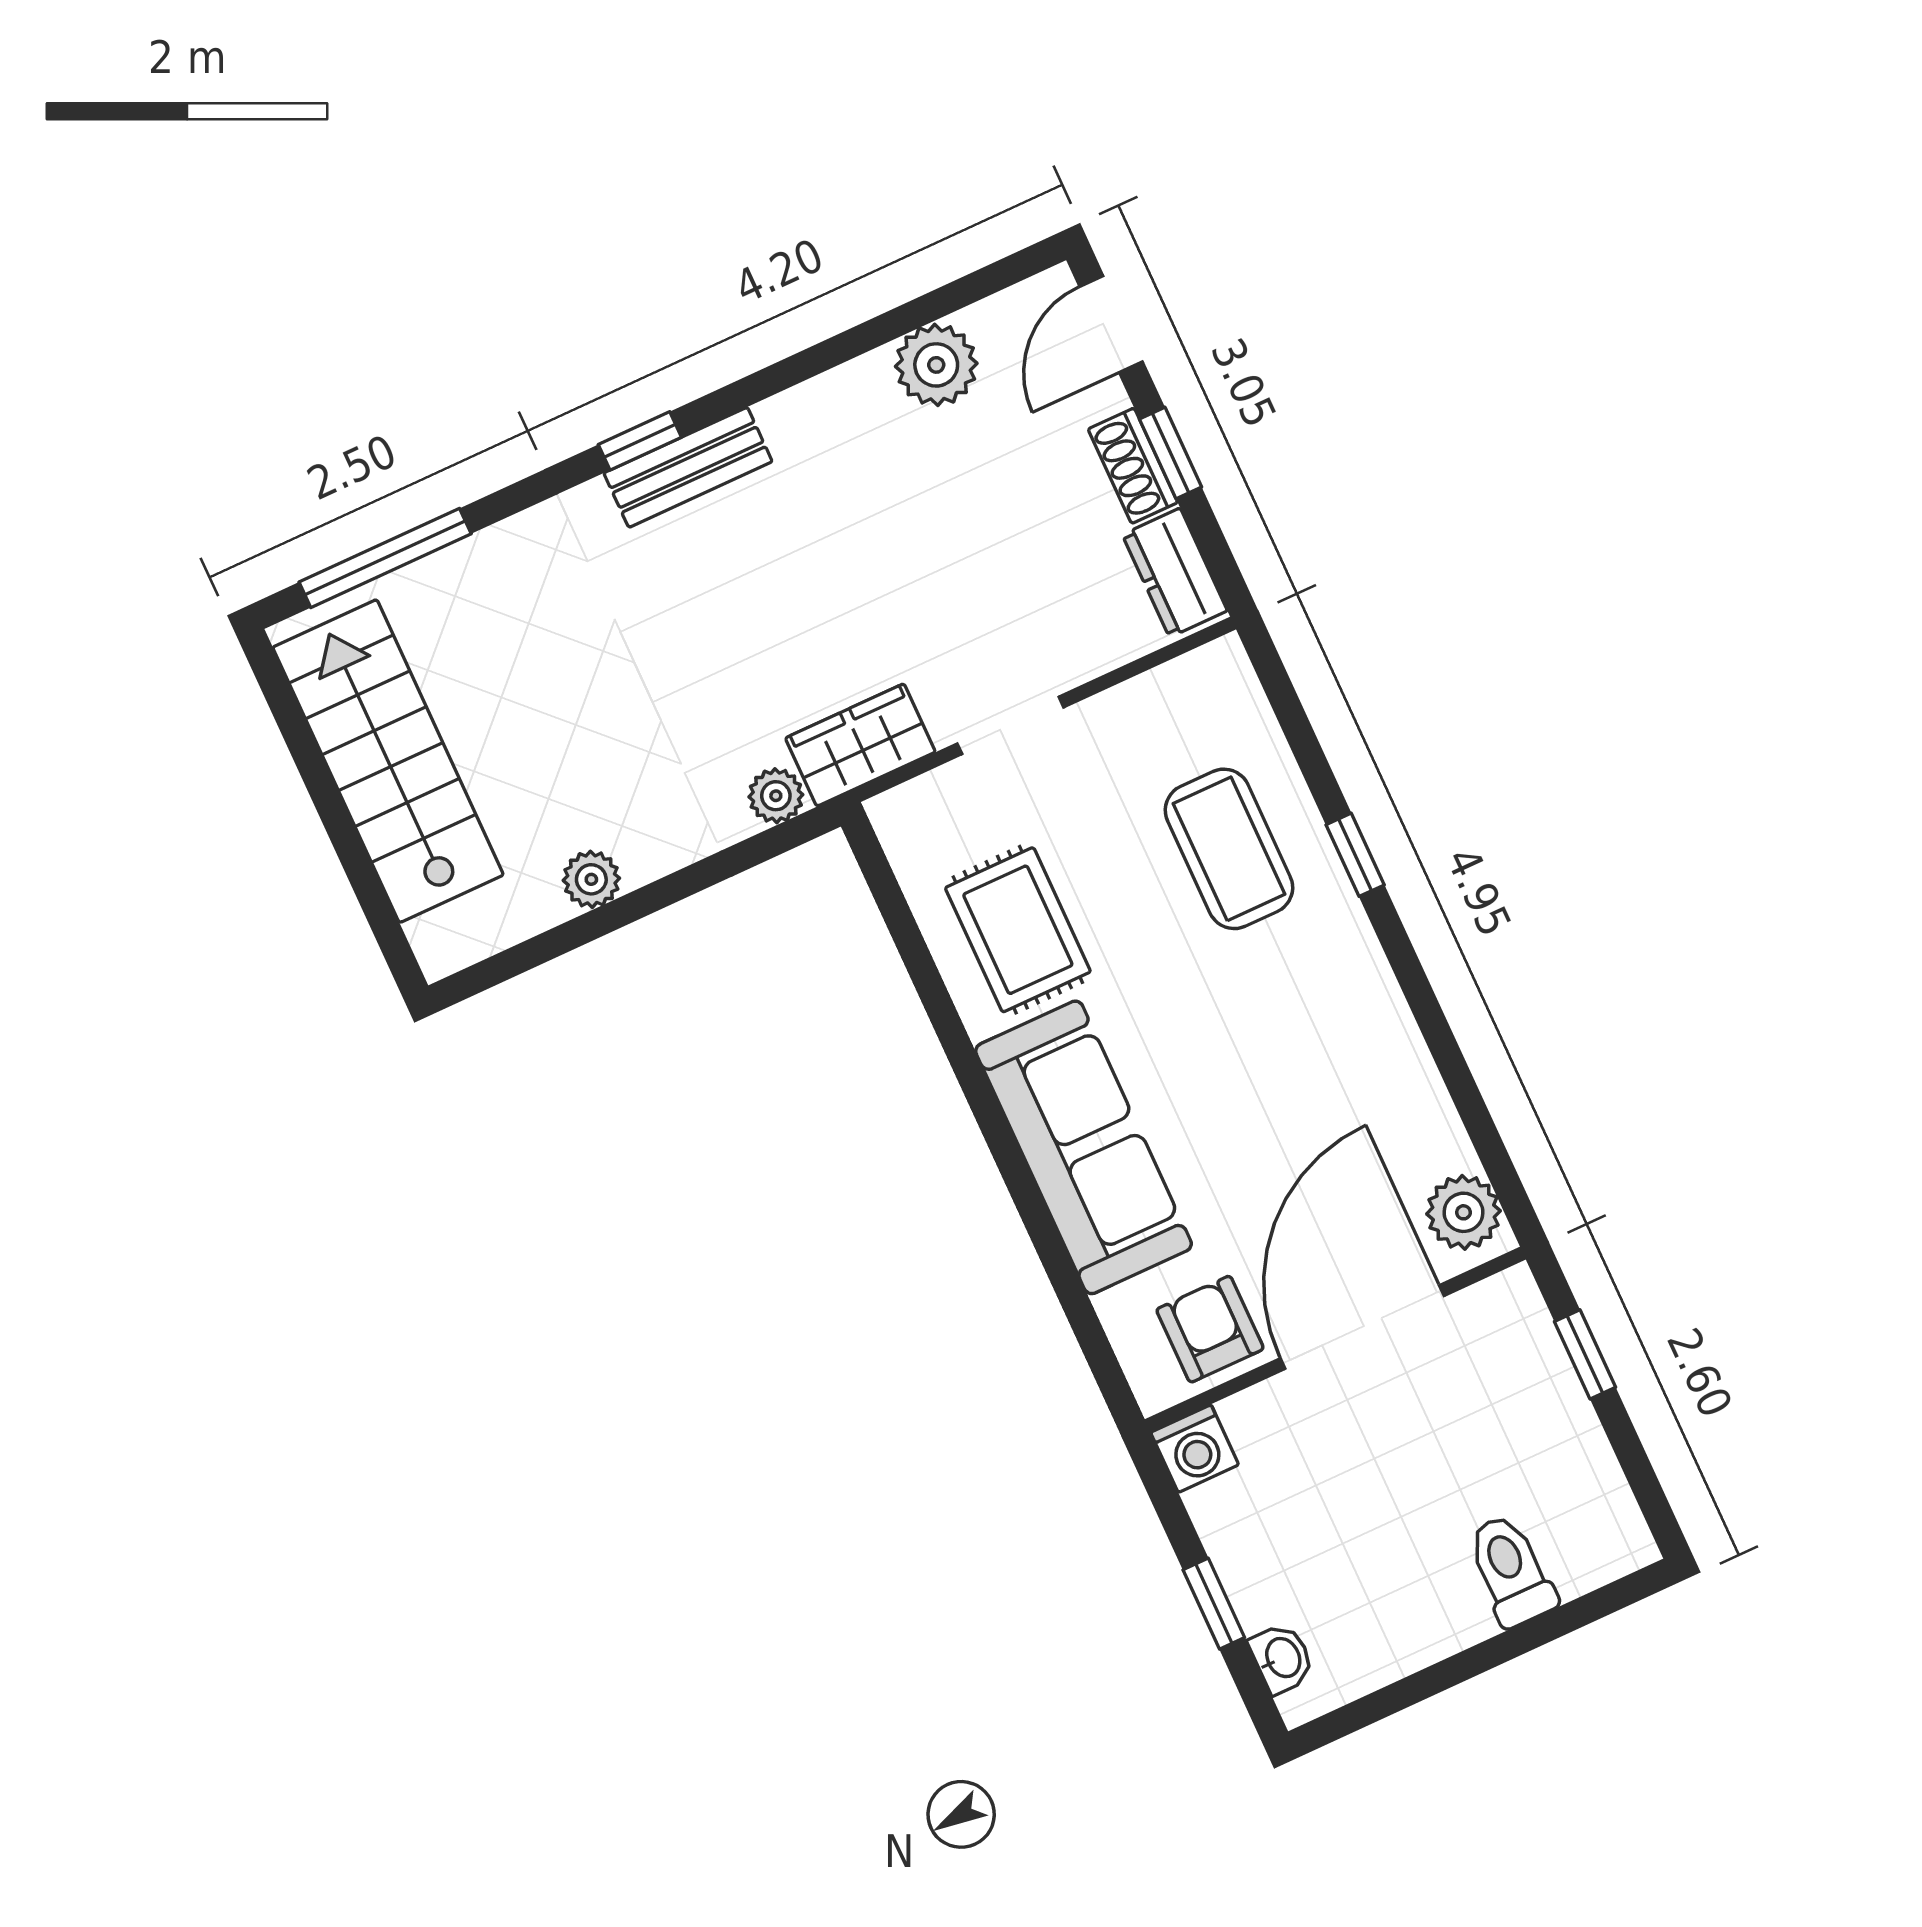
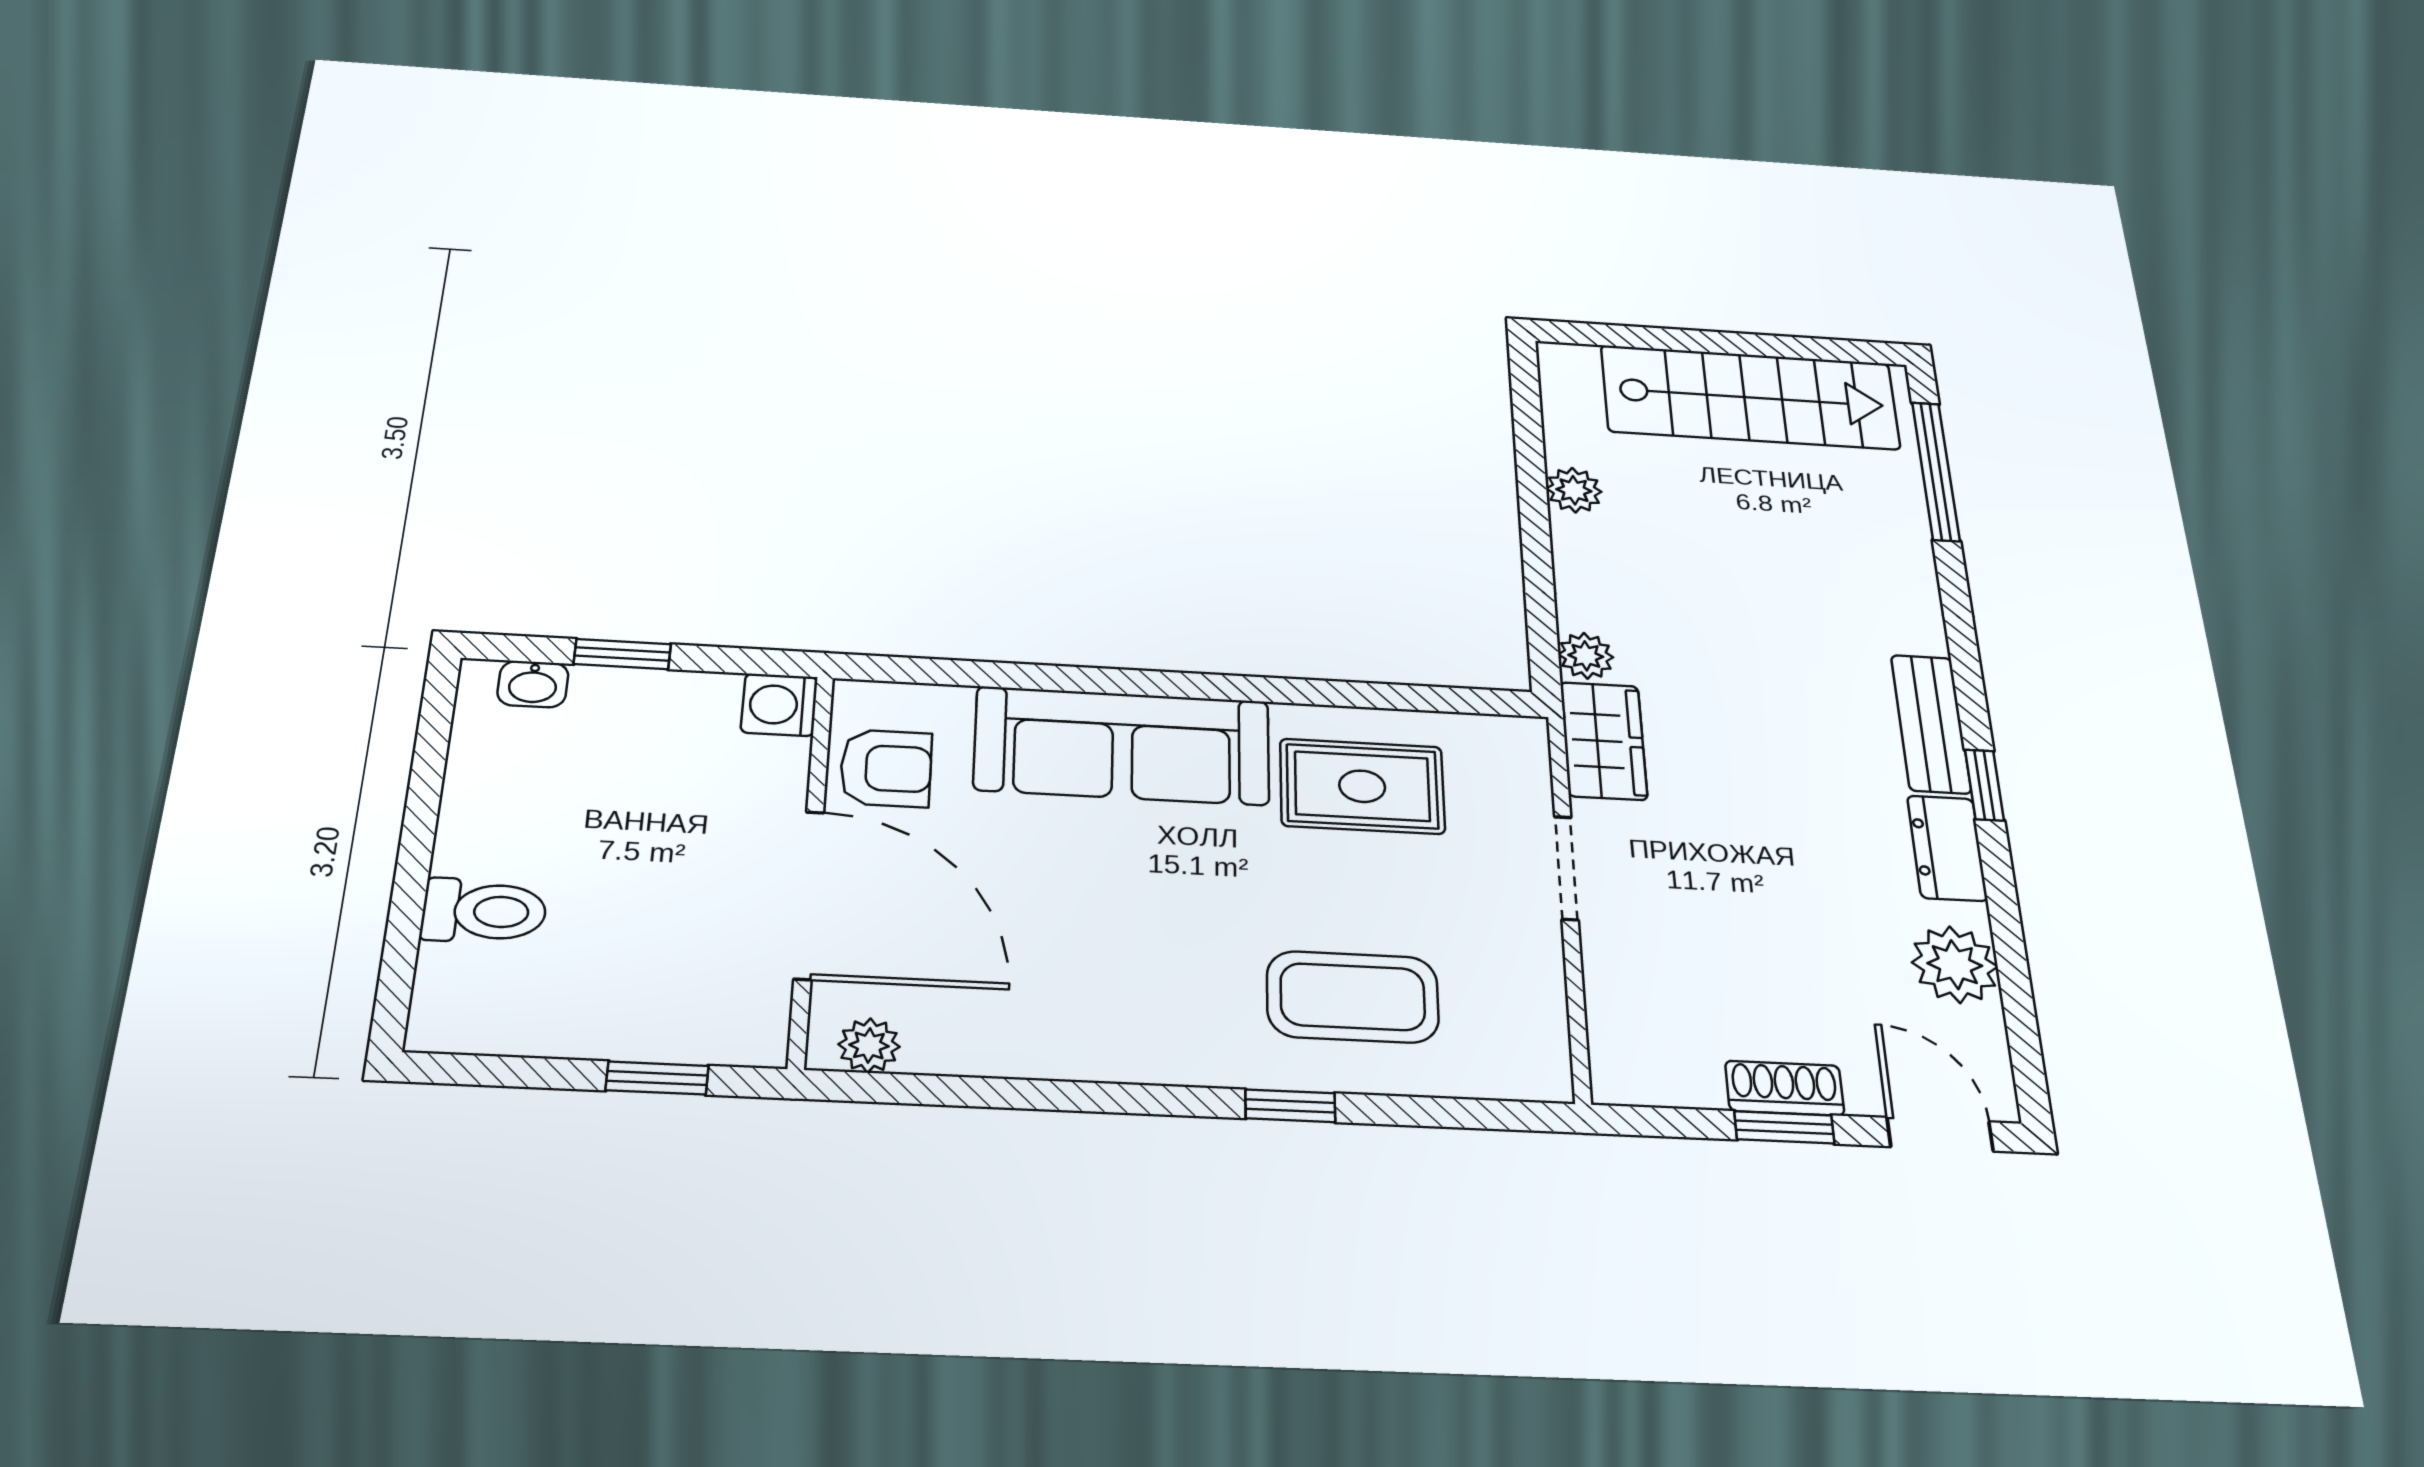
window: (640, 441) -> (1984, 785), moved
dresser: (1175, 573) -> (1947, 848), moved, turned -90
plant: (1464, 1212) -> (869, 1045), width x0.73, depth x0.73

